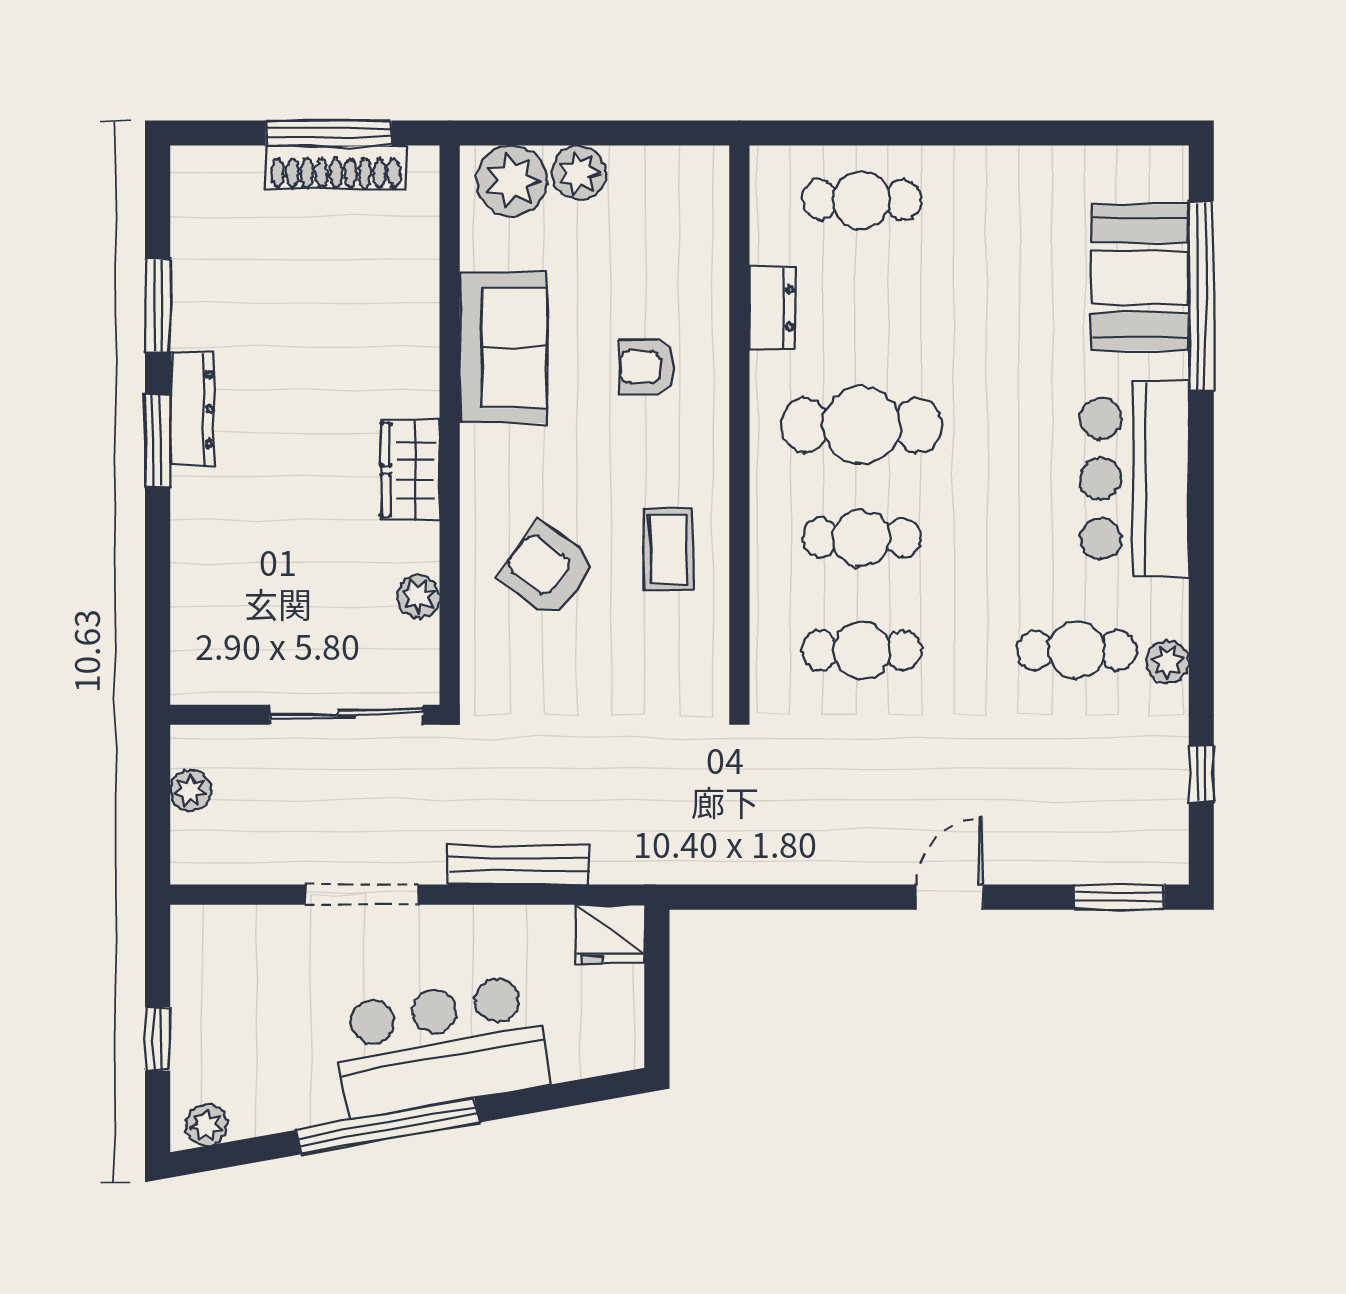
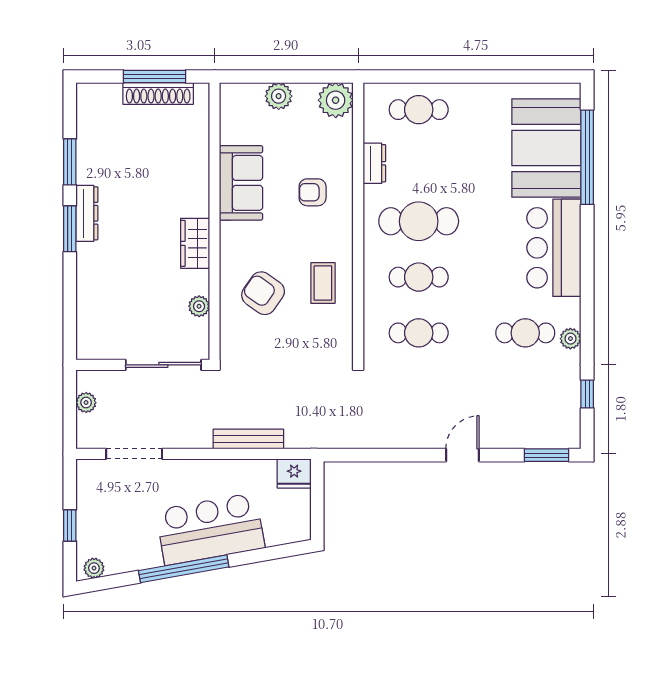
plant: (512, 181) -> (336, 100), moved
booth: (1140, 277) -> (546, 148), width x1.36, depth x1.42
doorway: (362, 895) -> (134, 454), moved

